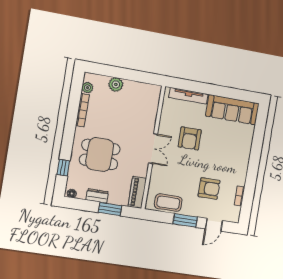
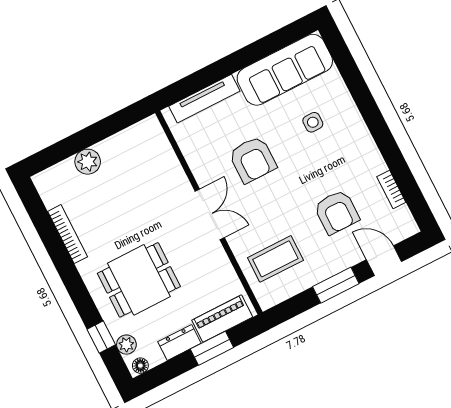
plant: (87, 88) -> (126, 345), moved
side table: (228, 142) -> (313, 122), added
armchair: (209, 189) -> (337, 212), turned 90
piano: (137, 192) -> (222, 319), moved, turned 90
coffee table: (168, 203) -> (275, 259), moved
door: (214, 225) -> (384, 261), swing flipped

